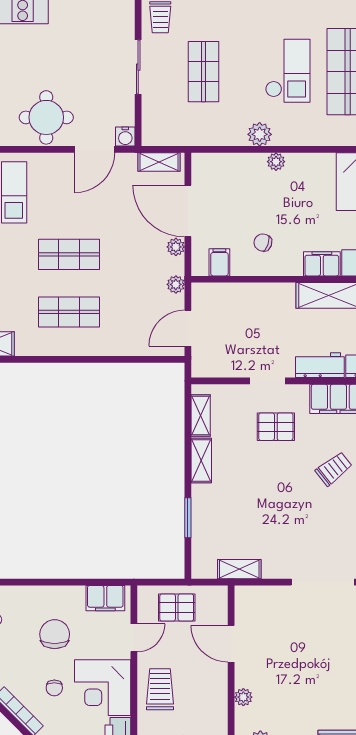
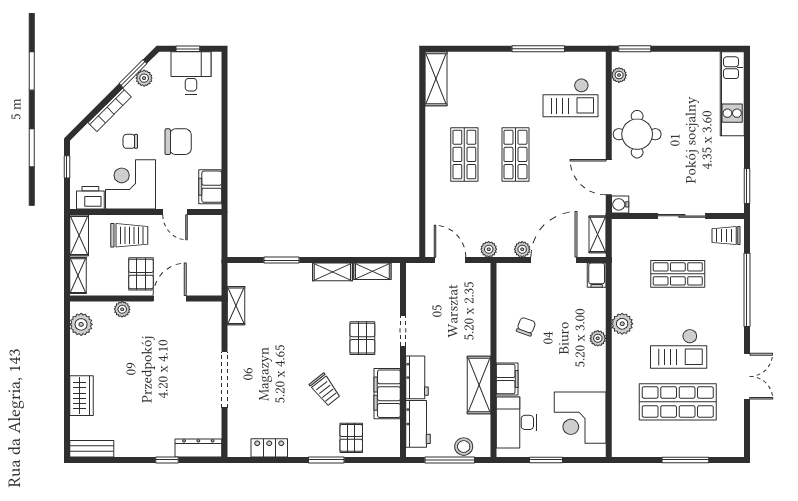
filing cabinet: (219, 262) -> (597, 275), moved, turned 90
pallet: (177, 607) -> (141, 274), moved

